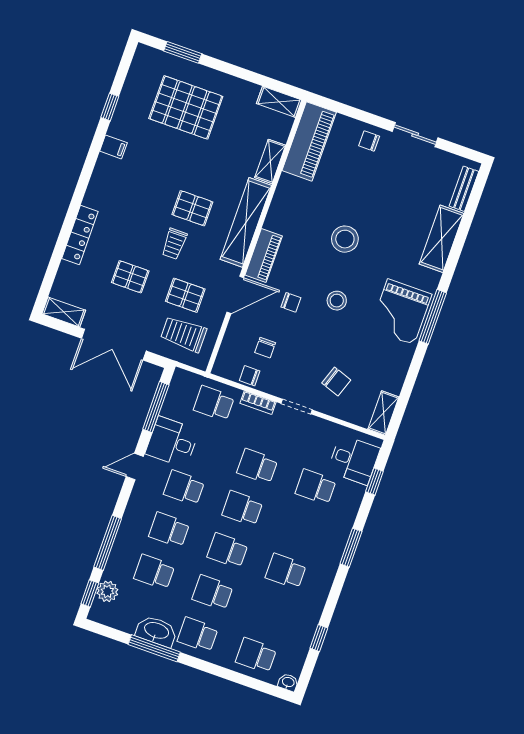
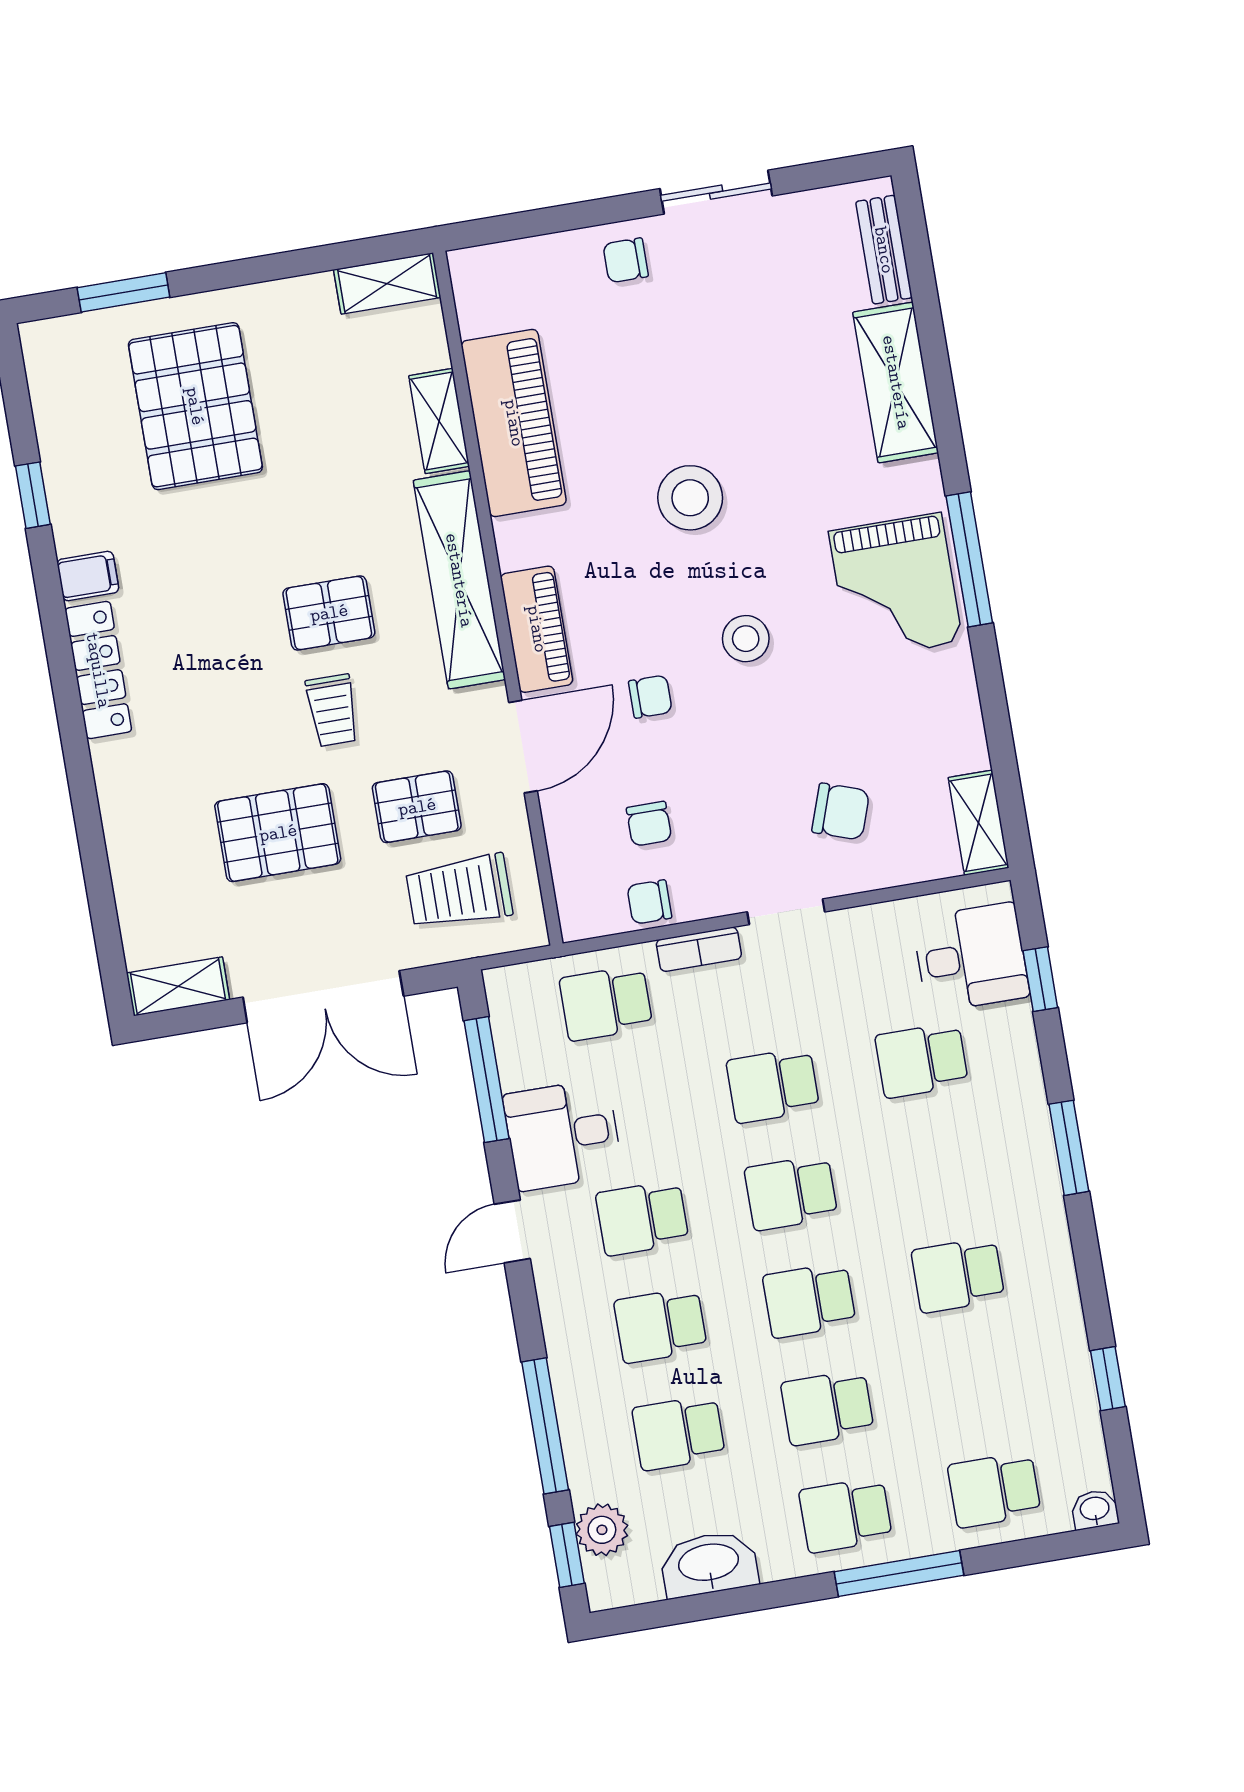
pallet: (186, 107) -> (195, 406), turned 90
piano: (309, 141) -> (514, 423), moved
locker: (80, 235) -> (98, 670), moved
pallet: (130, 277) -> (278, 833), width x1.50, depth x1.42
washbasin: (156, 631) -> (709, 1564), moved
window: (154, 648) -> (899, 1573), moved

